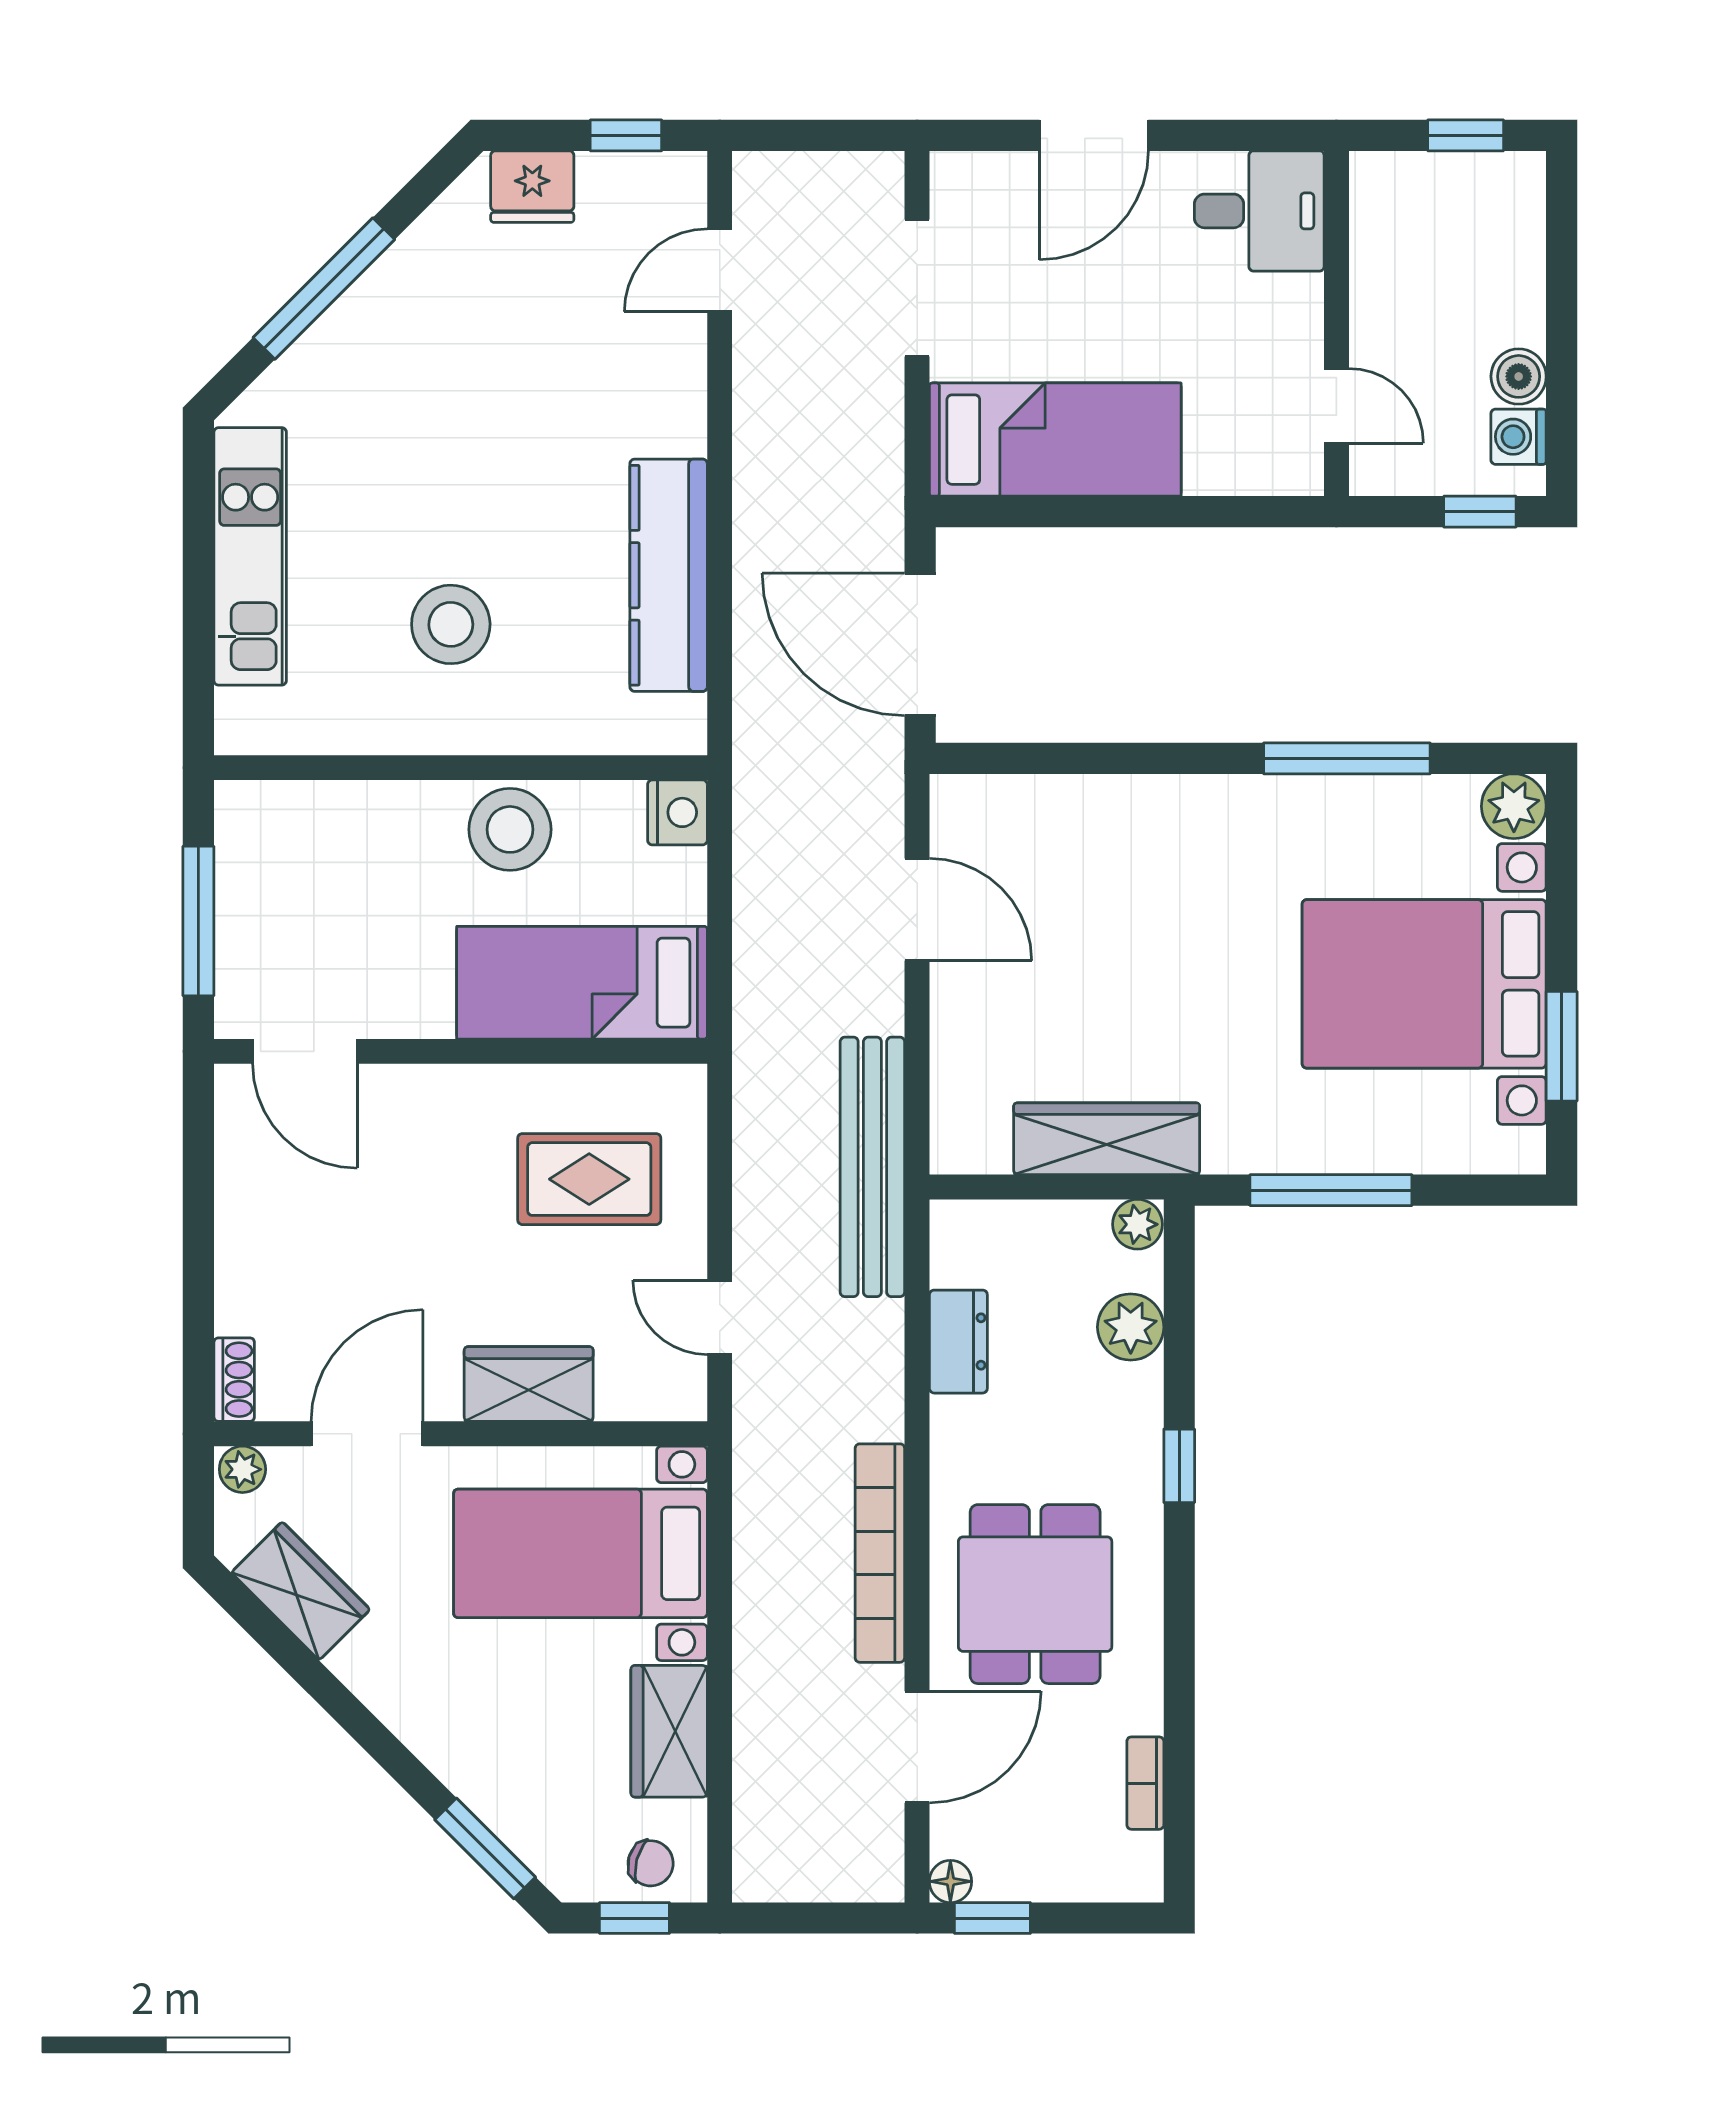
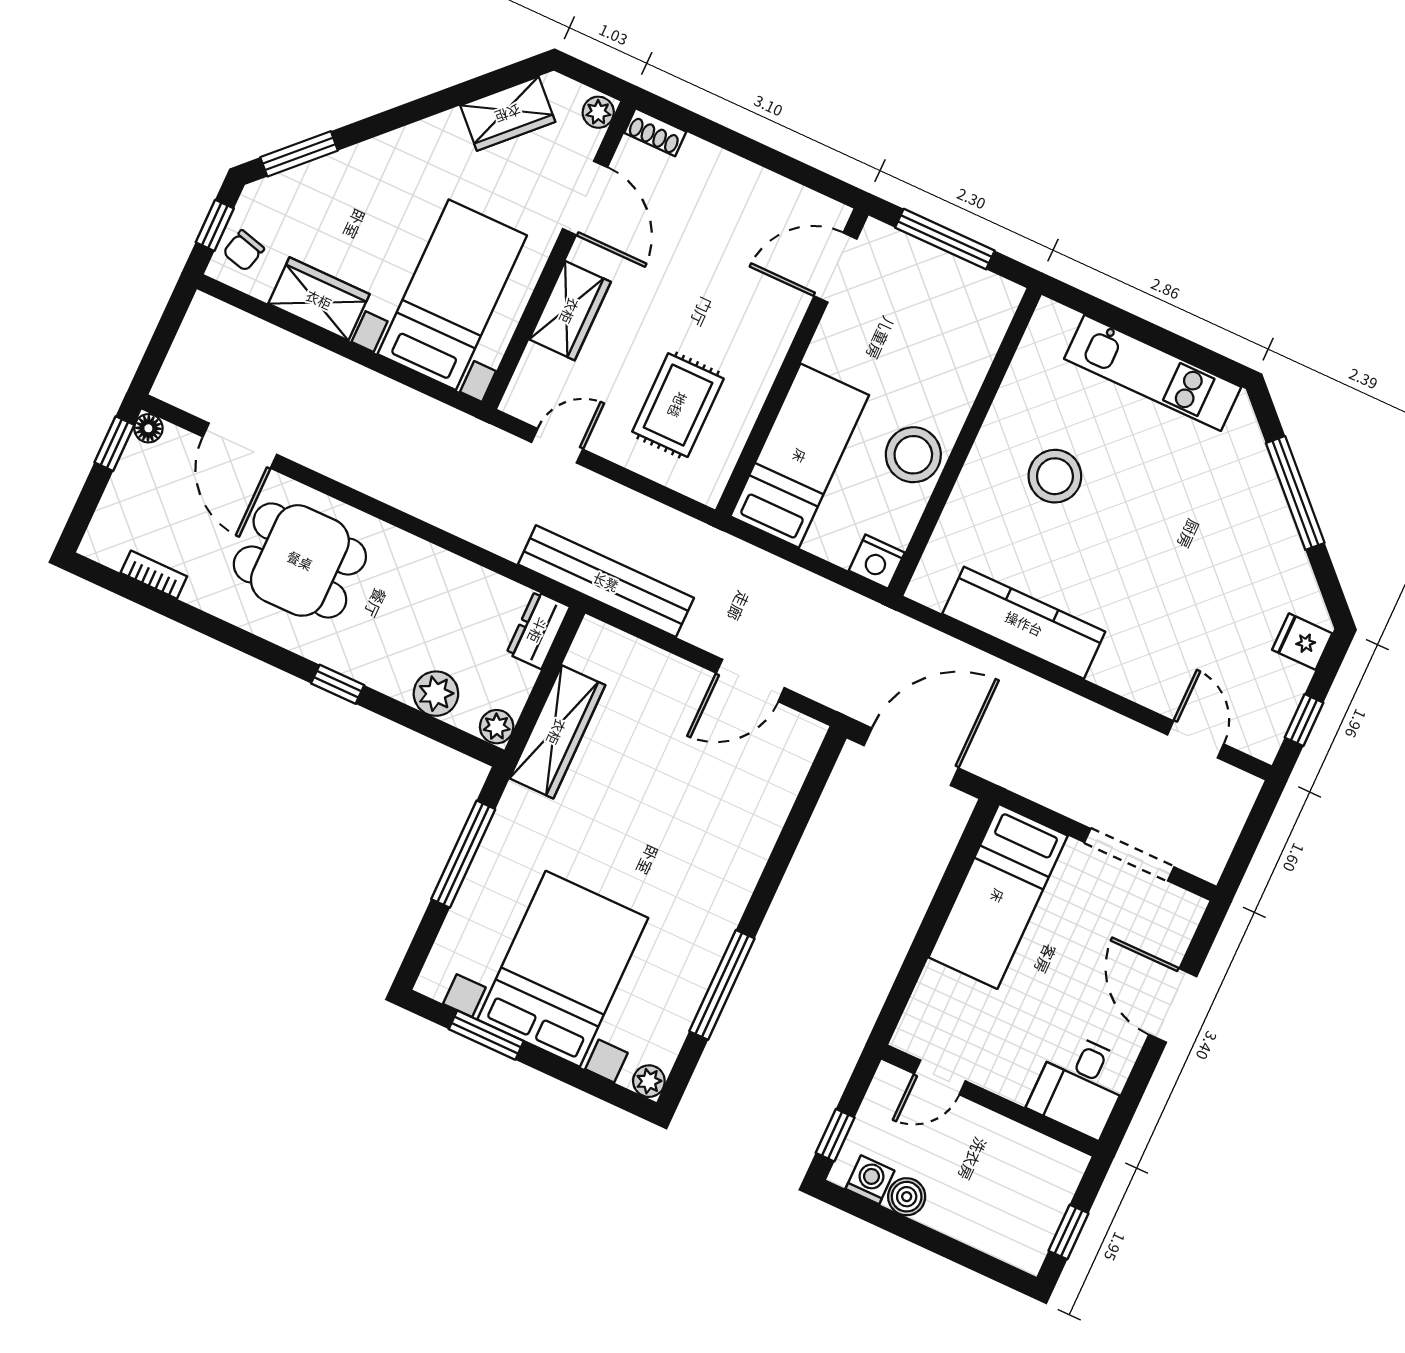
fridge: (532, 187) -> (1302, 642), width x0.72
plant: (1514, 806) -> (649, 1081), width x0.73, depth x0.73
dresser: (958, 1342) -> (538, 630), moved, turned 90
bookcase: (880, 1553) -> (368, 477), removed

